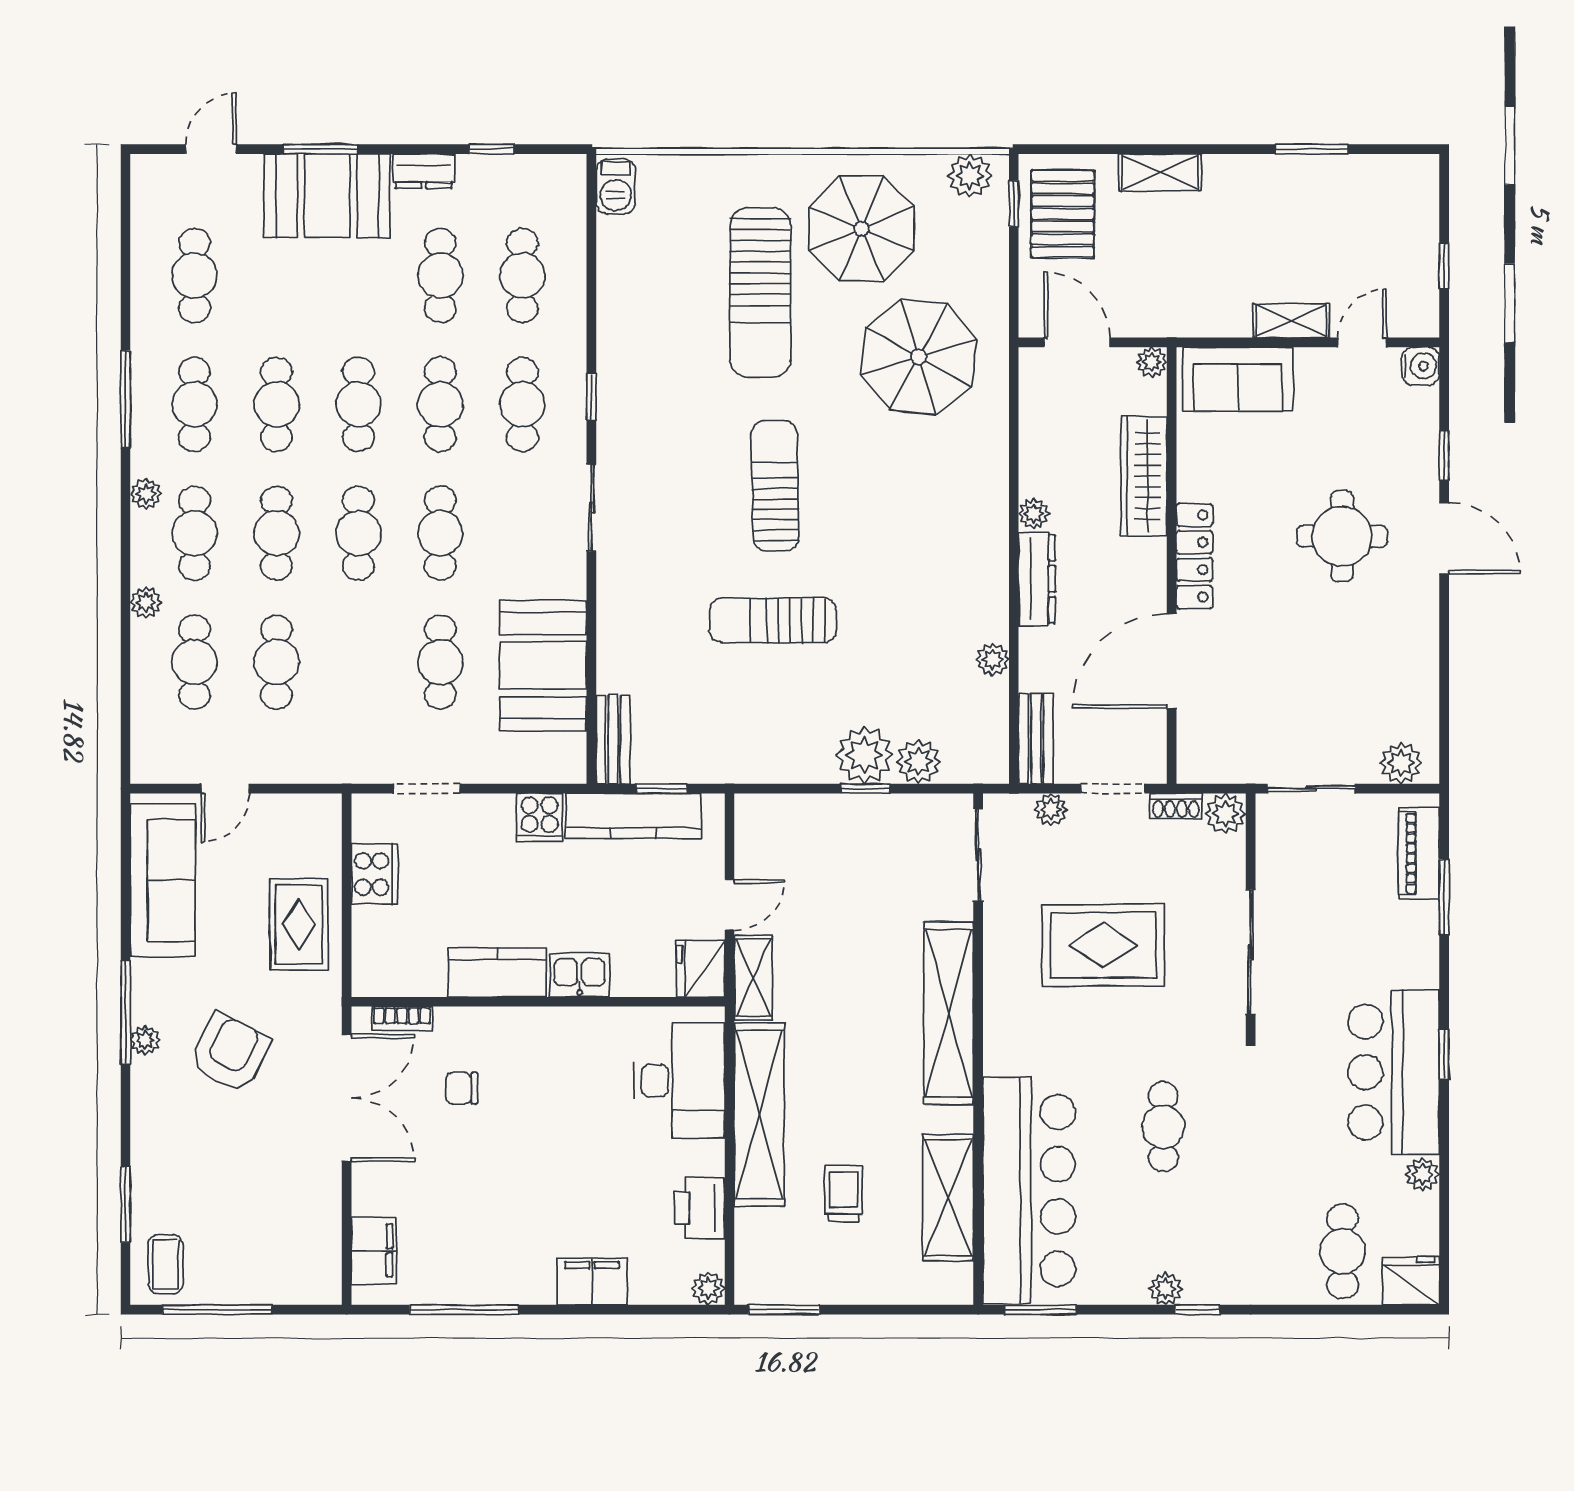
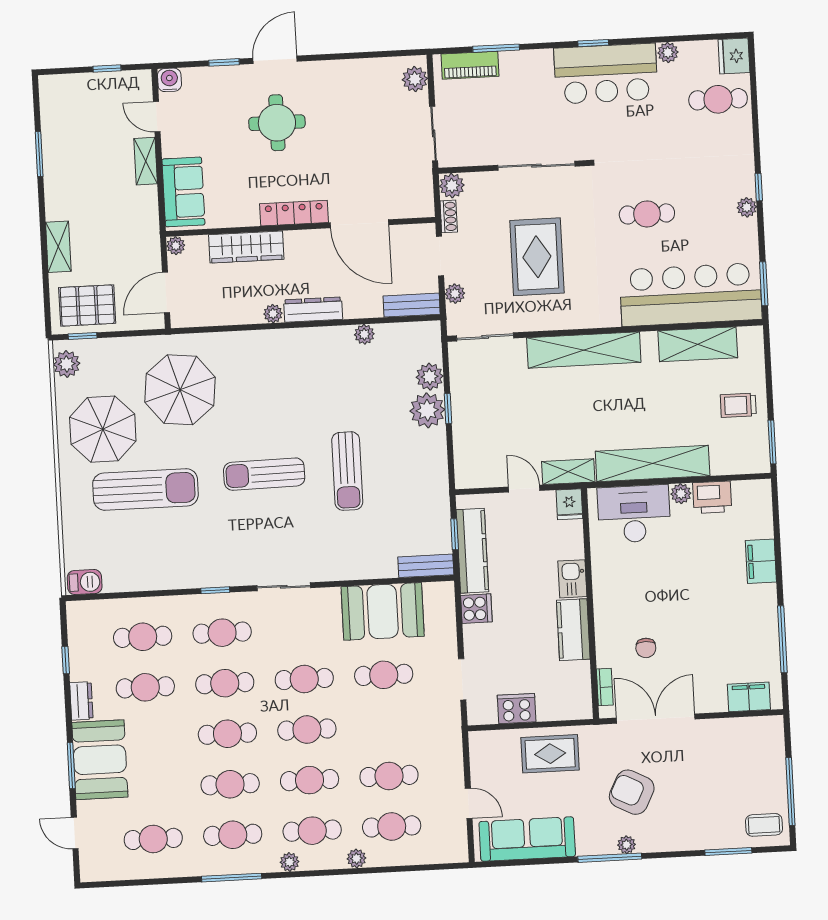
fridge: (701, 969) -> (569, 504), width x0.72
trolley: (843, 1194) -> (738, 405), moved
plant: (708, 1288) -> (681, 494), moved

